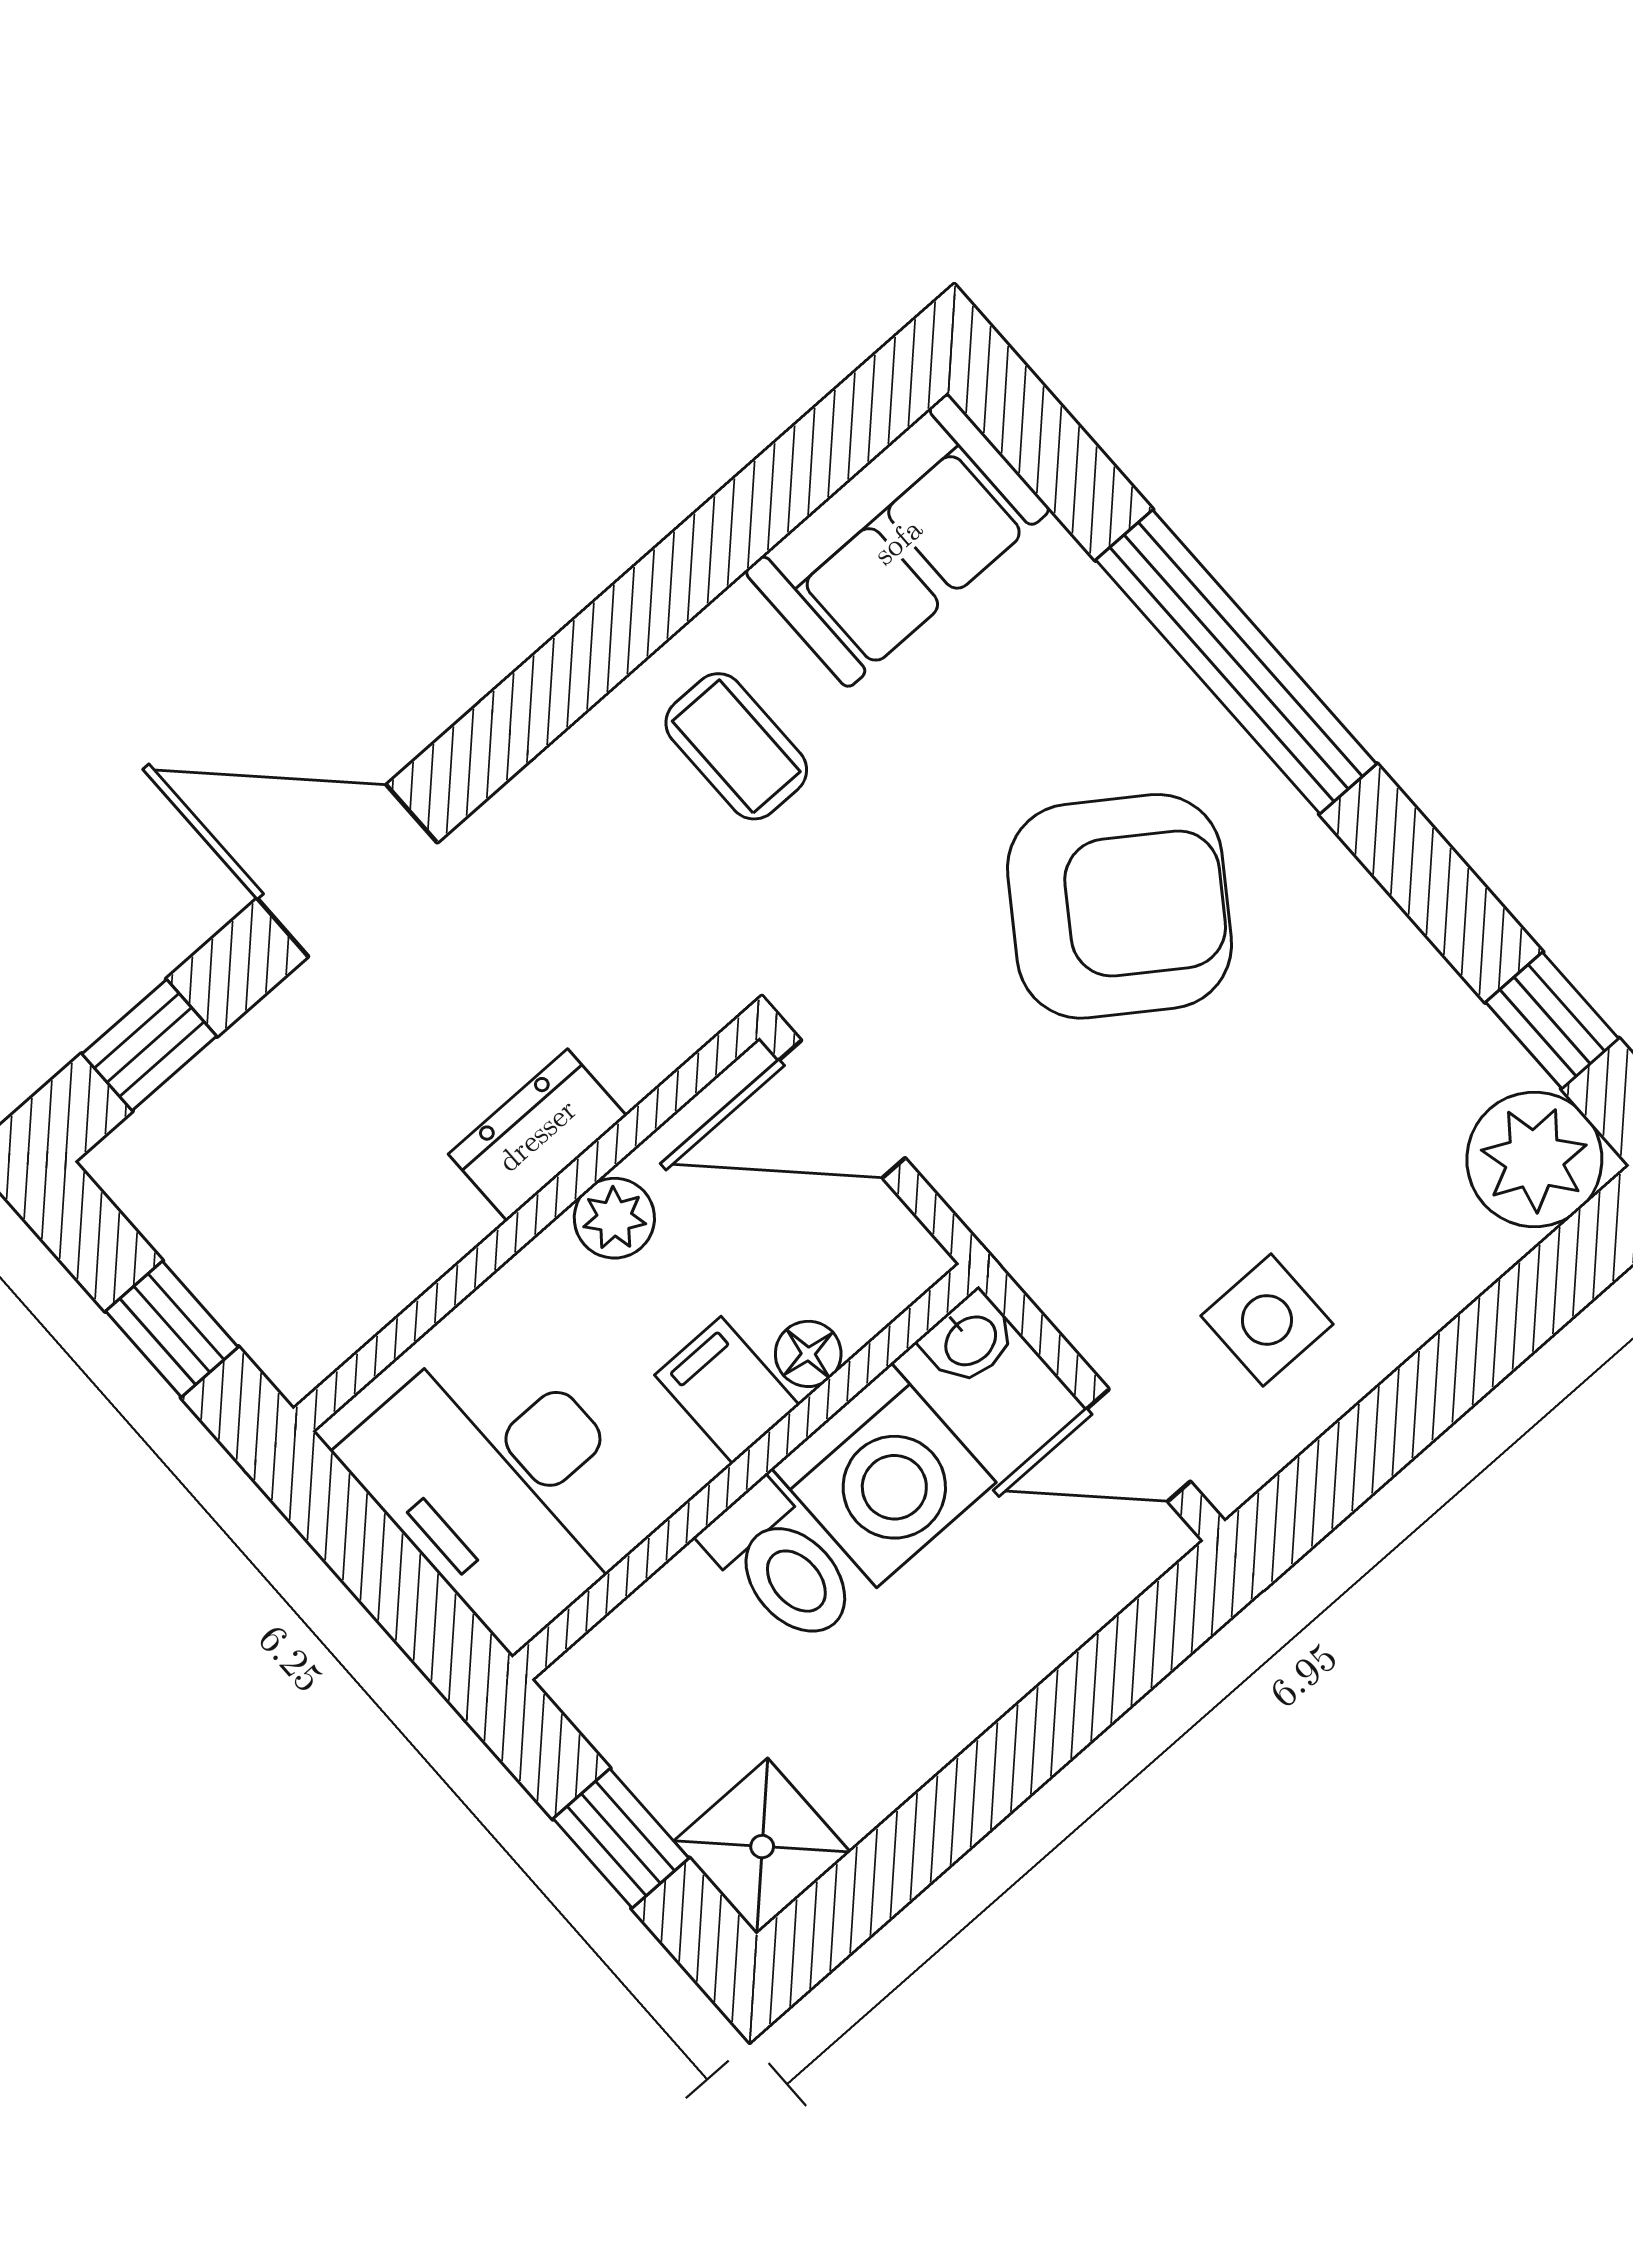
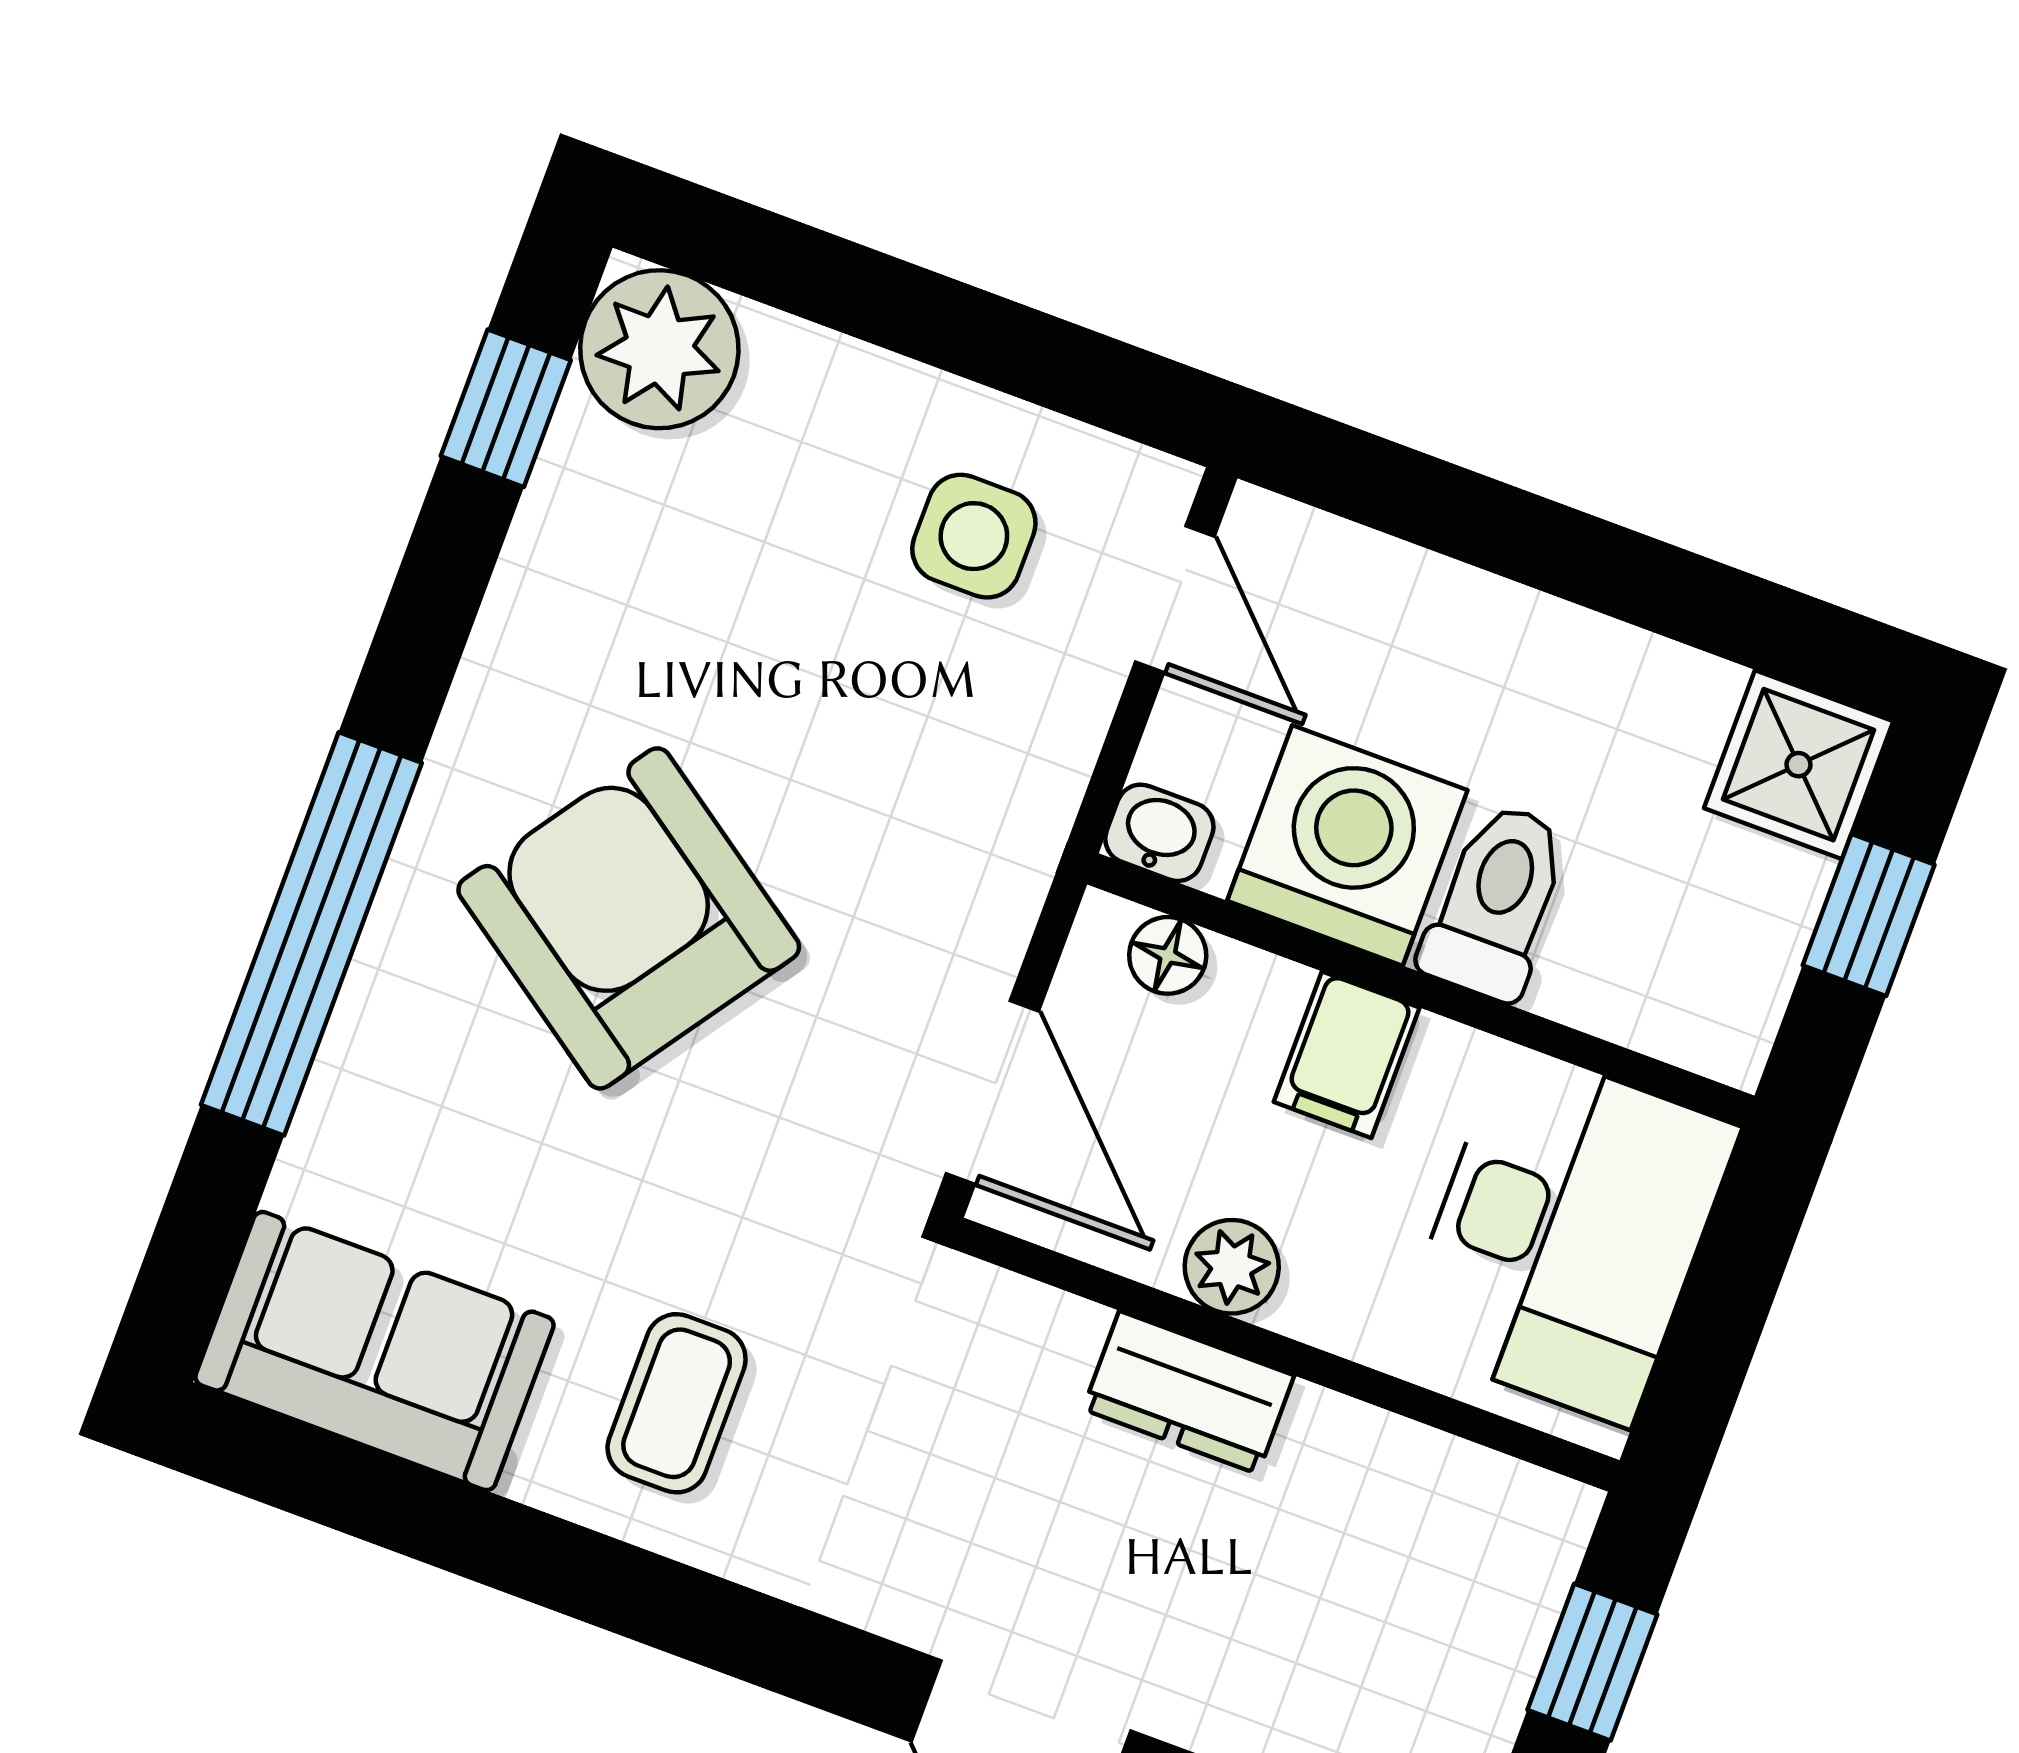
floor lamp: (808, 1354) -> (1168, 955), moved

